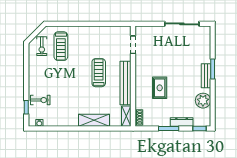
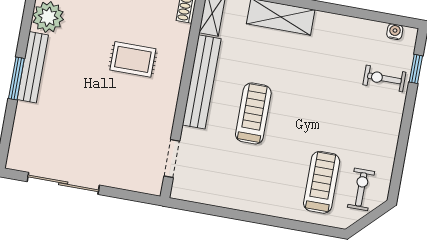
treadmill: (99, 73) -> (253, 113), turned 180
bench: (206, 76) -> (33, 67), width x1.36
rug: (160, 88) -> (133, 59), turned 90

